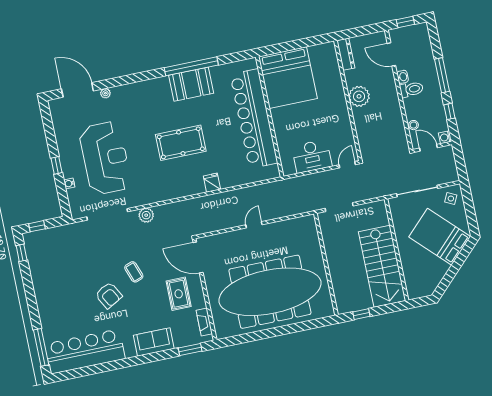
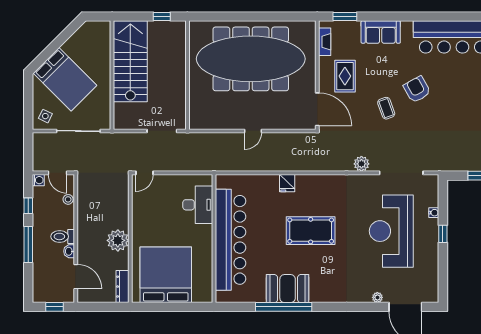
bed: (288, 78) -> (166, 275), moved
desk: (312, 156) -> (198, 205), moved, turned 90

